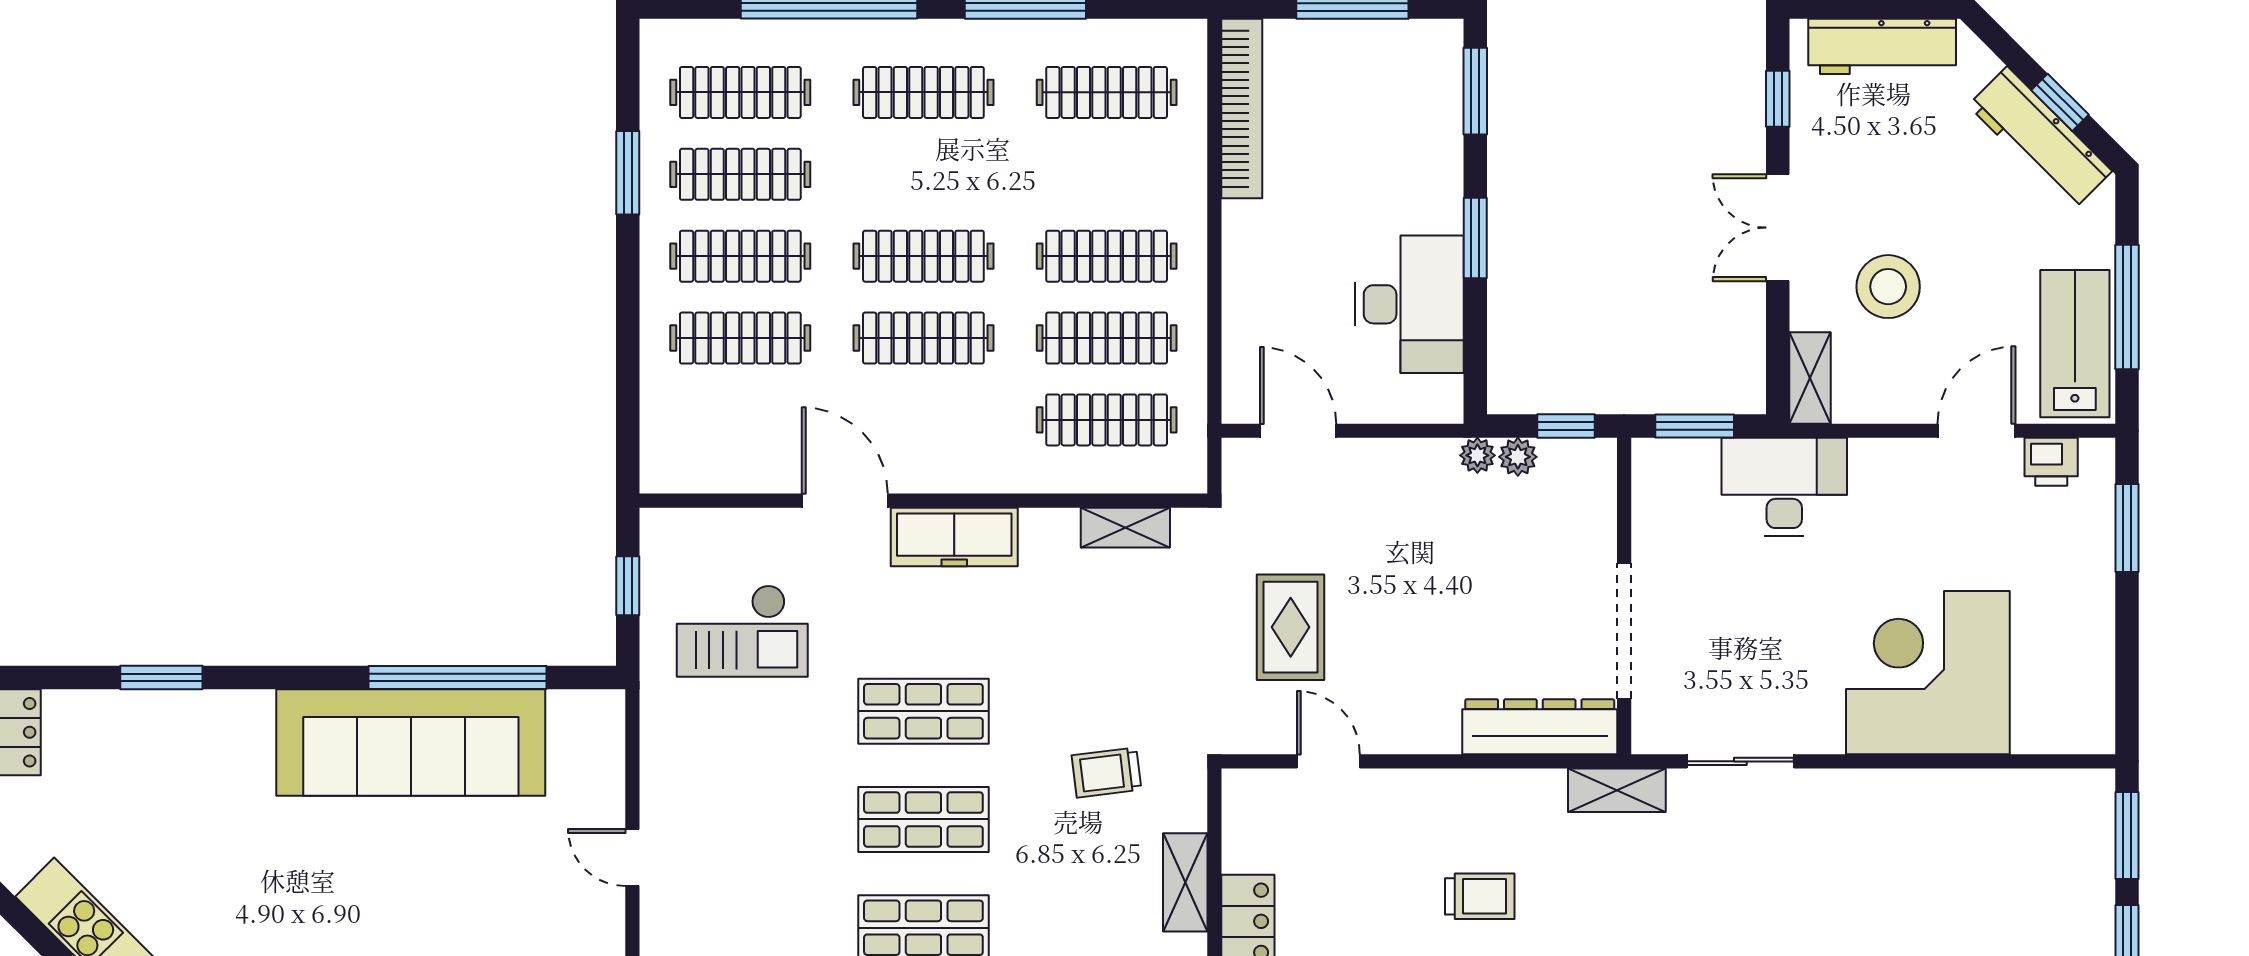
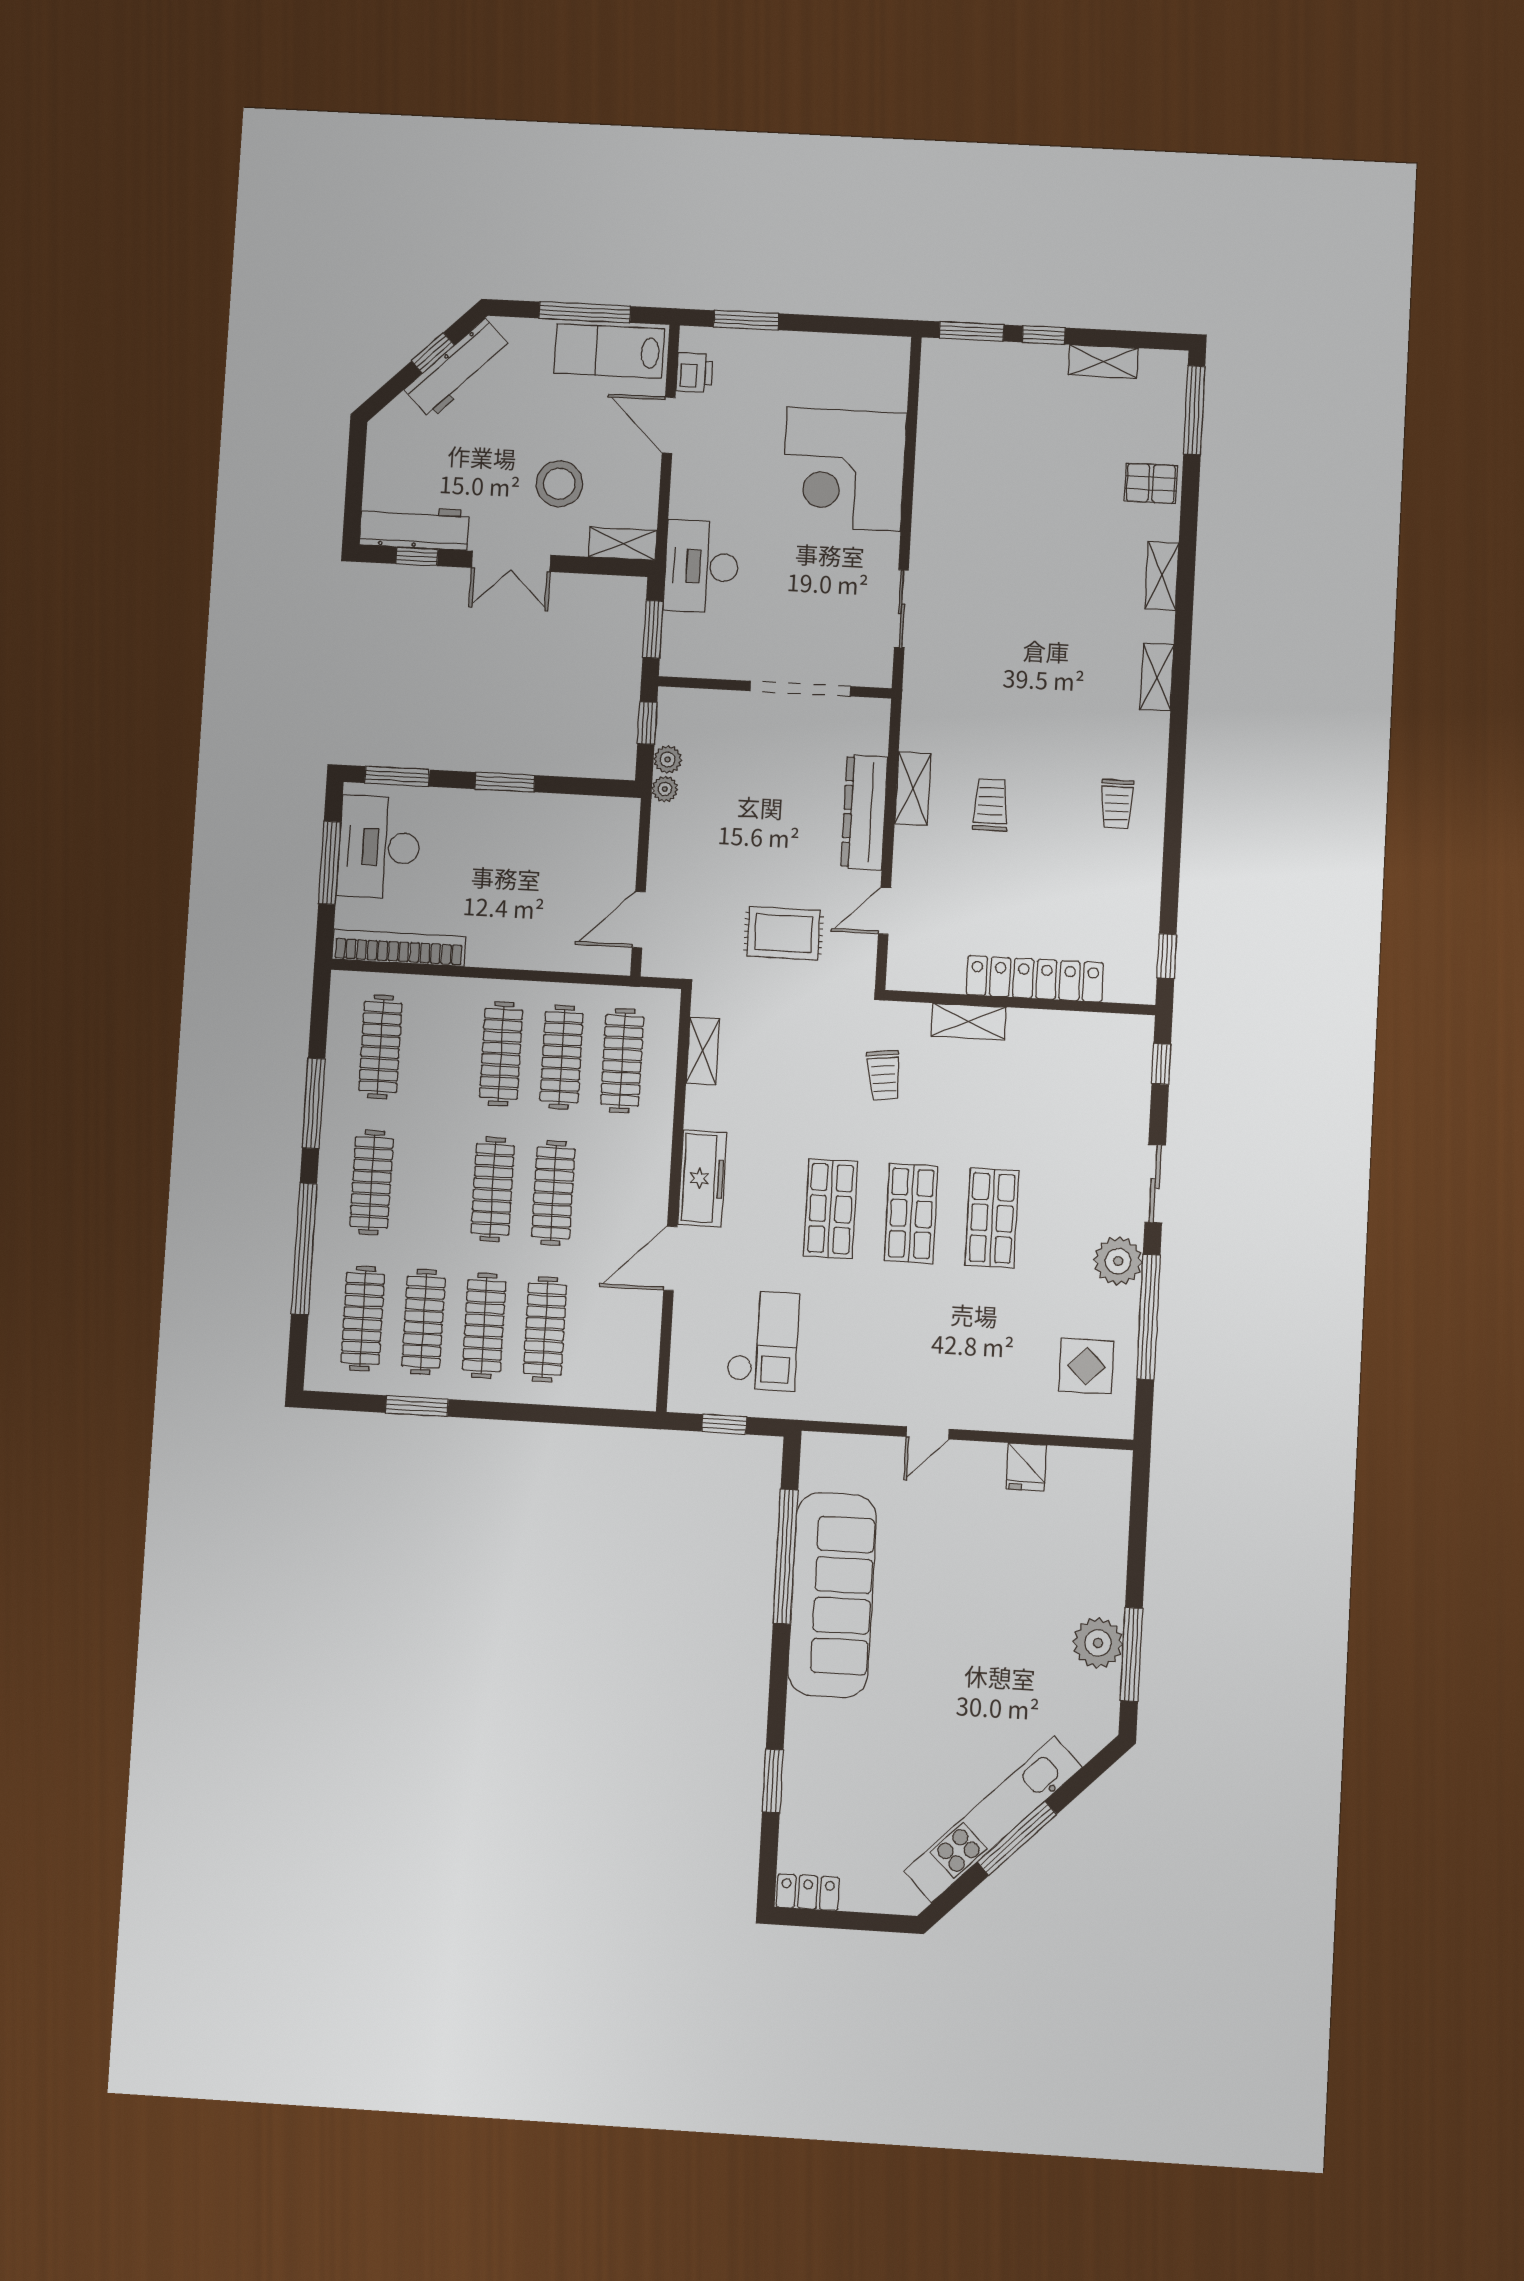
workbench: (1882, 46) -> (414, 528), moved, turned -90
desk: (1409, 304) -> (379, 847), moved, turned -90
dresser: (1540, 727) -> (864, 812), moved
shelving: (1617, 790) -> (913, 789), moved

